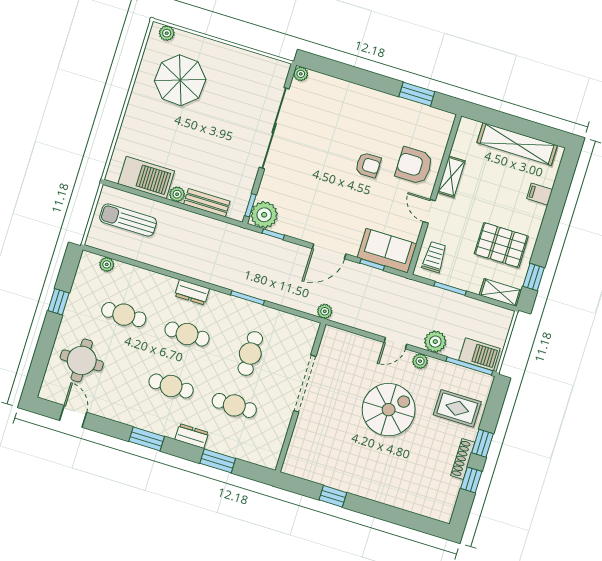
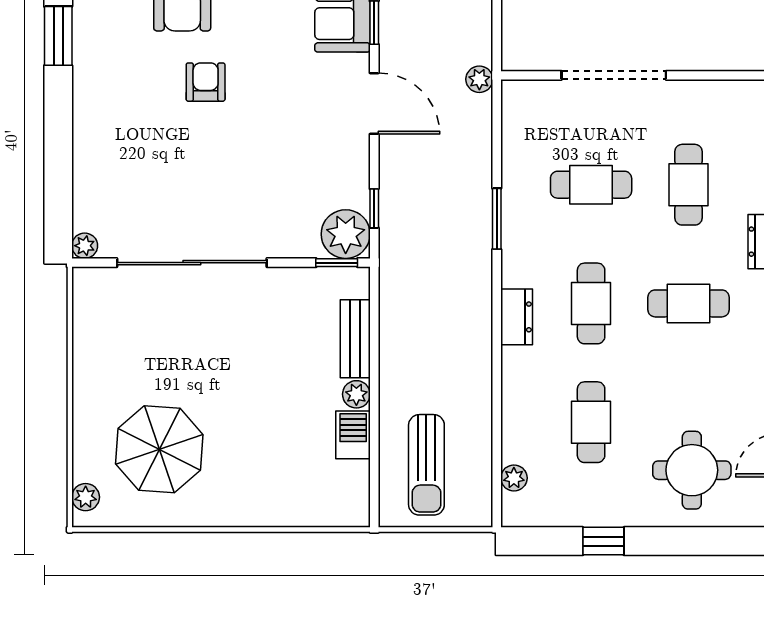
barbecue: (146, 177) -> (353, 435), width x0.53, depth x0.65
cafe table: (171, 386) -> (688, 303), turned 90

